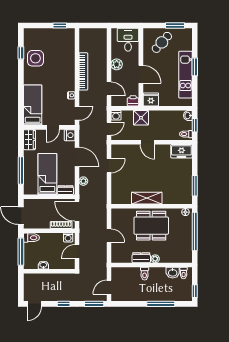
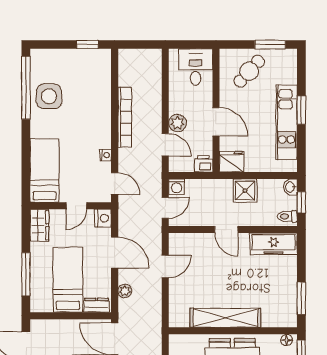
window: (21, 53) -> (26, 88), width x3.17
plant: (117, 64) -> (178, 123), moved
door: (77, 113) -> (115, 184), hinge flipped
shower: (141, 118) -> (245, 191), moved
freezer: (181, 151) -> (274, 244), width x1.40
shelving: (147, 198) -> (225, 318), width x1.47

